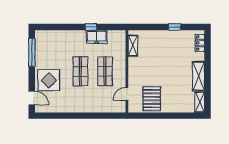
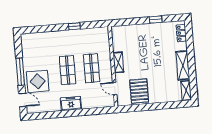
freezer: (97, 37) -> (71, 104), moved, turned 180
shelving: (133, 46) -> (118, 62), moved
window: (32, 52) -> (20, 72), moved
door: (127, 94) -> (115, 88), hinge flipped

